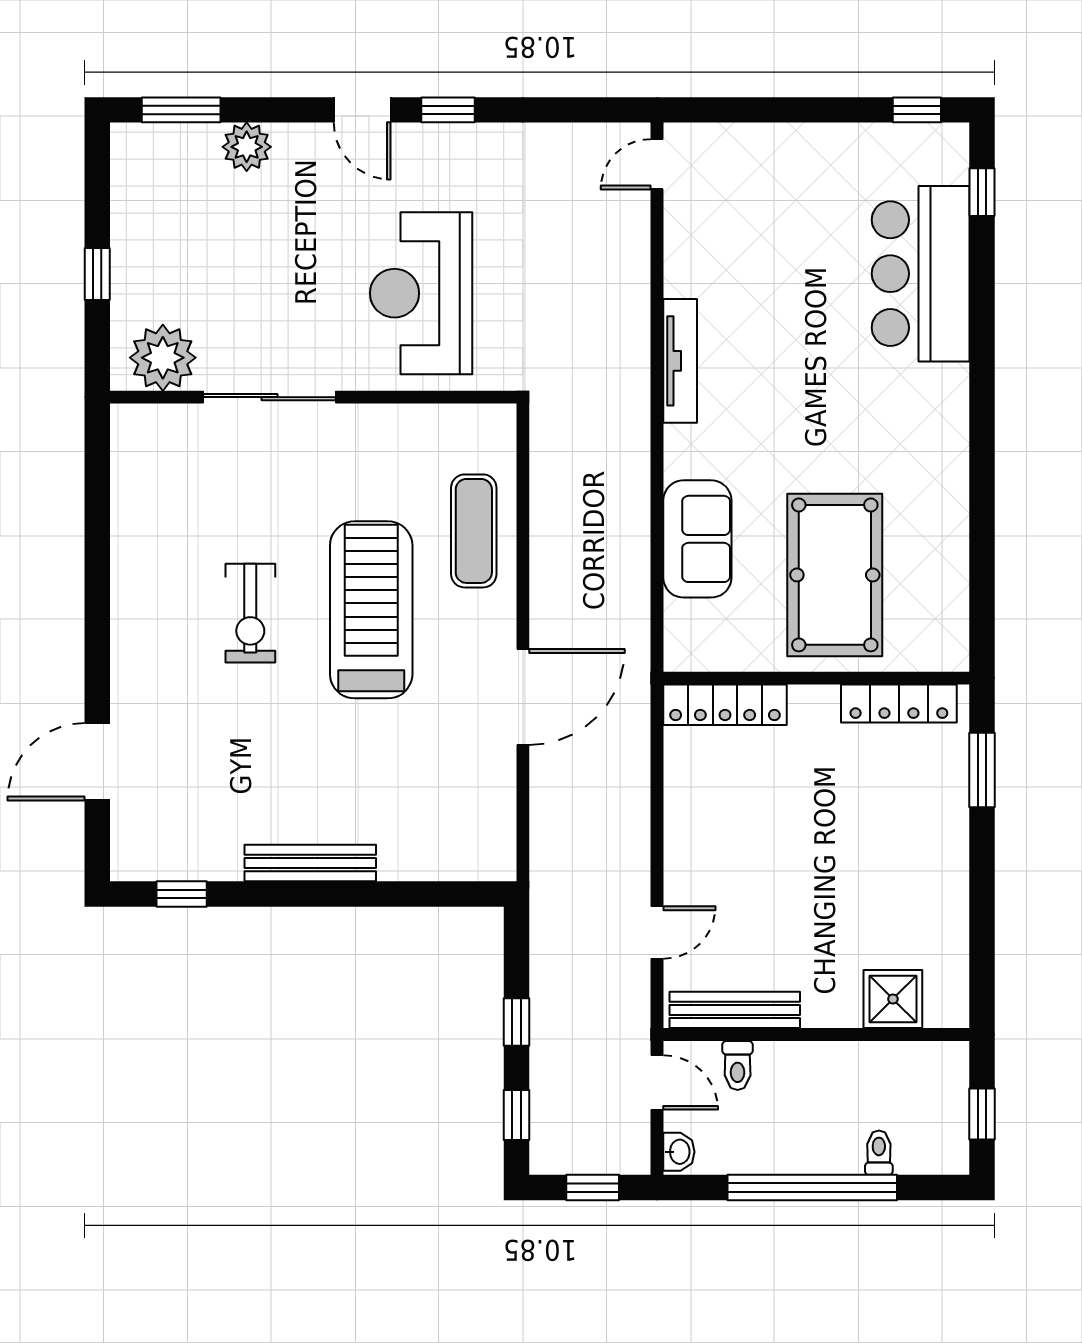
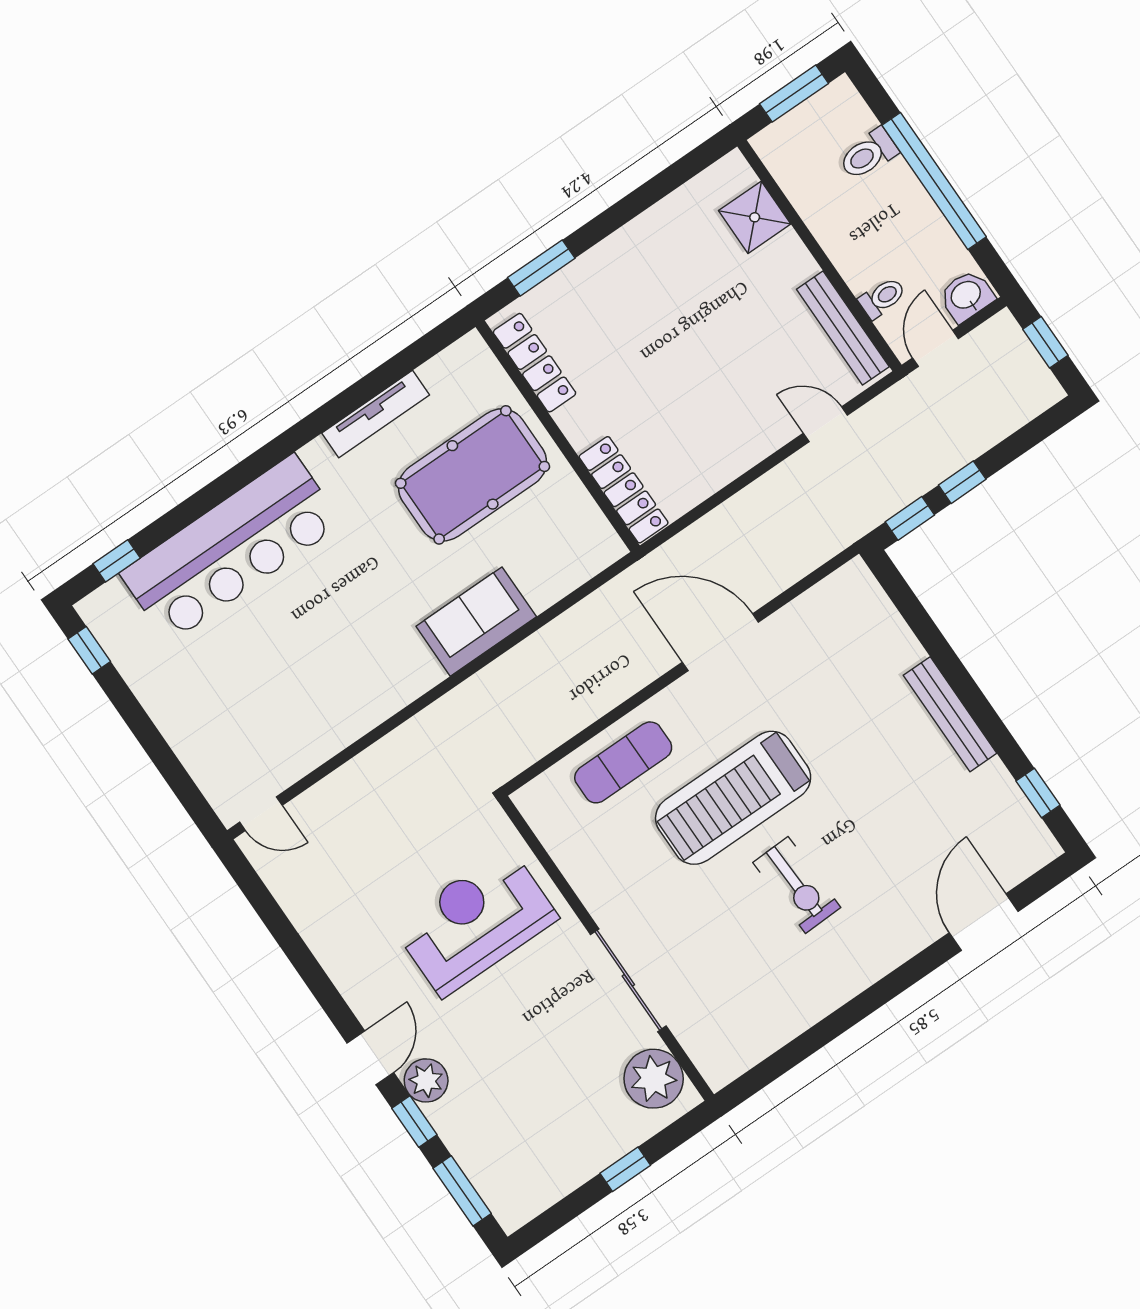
window: (448, 110) -> (414, 1122), moved
plant: (247, 147) -> (426, 1080), moved
bar counter: (921, 274) -> (231, 548), width x1.36
reception desk: (421, 293) -> (475, 922), turned 180
tv unit: (680, 361) -> (376, 414), moved, turned 180
sofa: (697, 539) -> (476, 622), moved
exercise bike: (250, 613) -> (797, 885), turned 88
door: (97, 762) -> (984, 922), swing flipped
window: (982, 1114) -> (794, 94), width x1.50
window: (517, 1115) -> (910, 518), moved
washbasin: (679, 1152) -> (966, 296), width x1.38, depth x1.45
toilet: (879, 1153) -> (868, 154), width x1.37, depth x1.39

